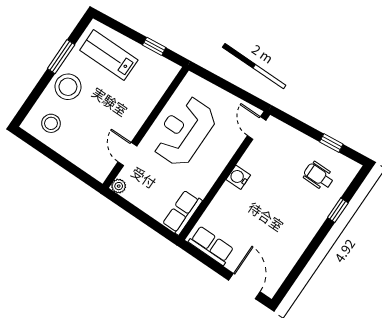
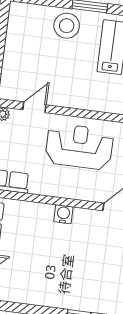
stool: (51, 123) -> (27, 27), removed
wheelchair: (319, 176) -> (100, 284), removed

